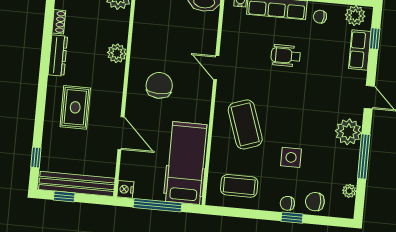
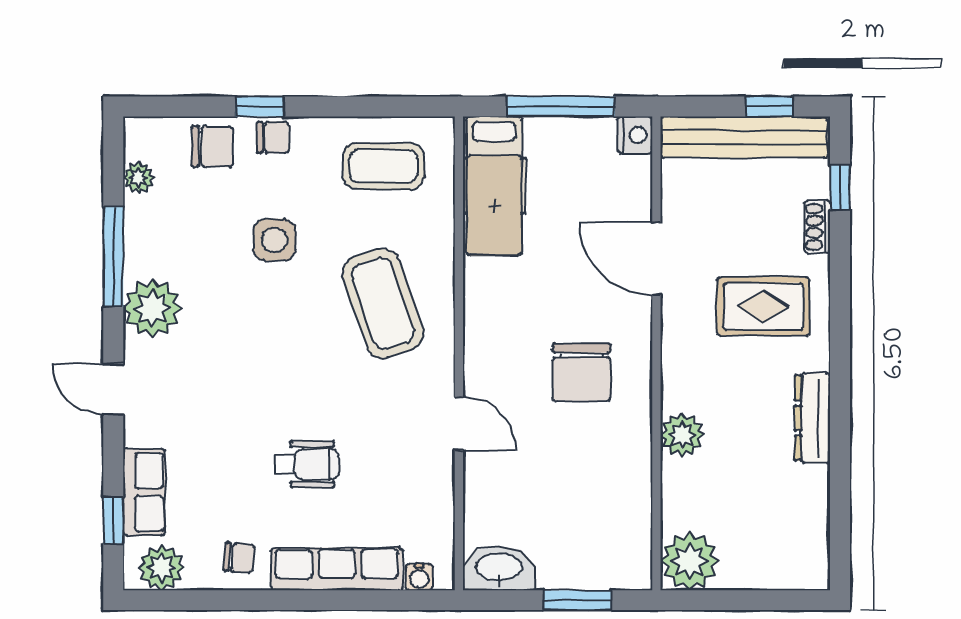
shoe rack: (59, 22) -> (817, 227), moved
rug: (75, 107) -> (763, 306), turned 90
hospital bed: (186, 163) -> (494, 186), width x0.73, depth x0.78

